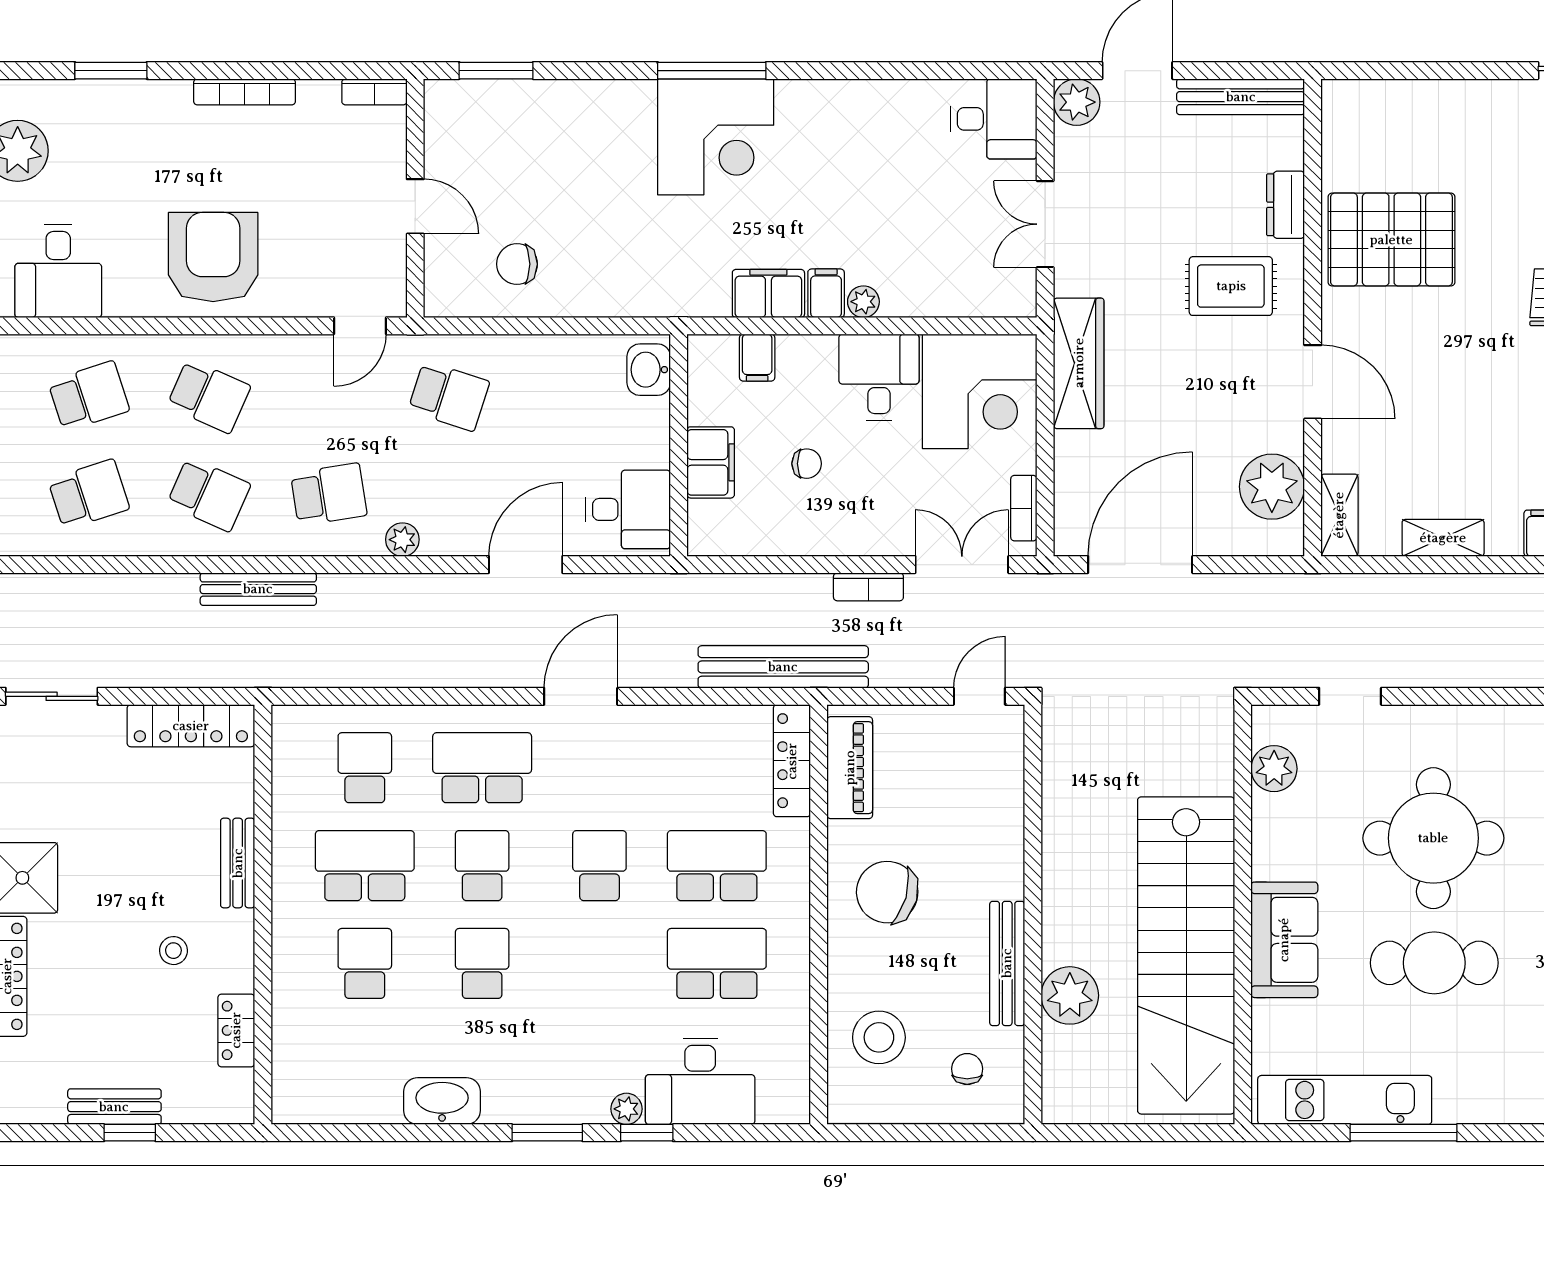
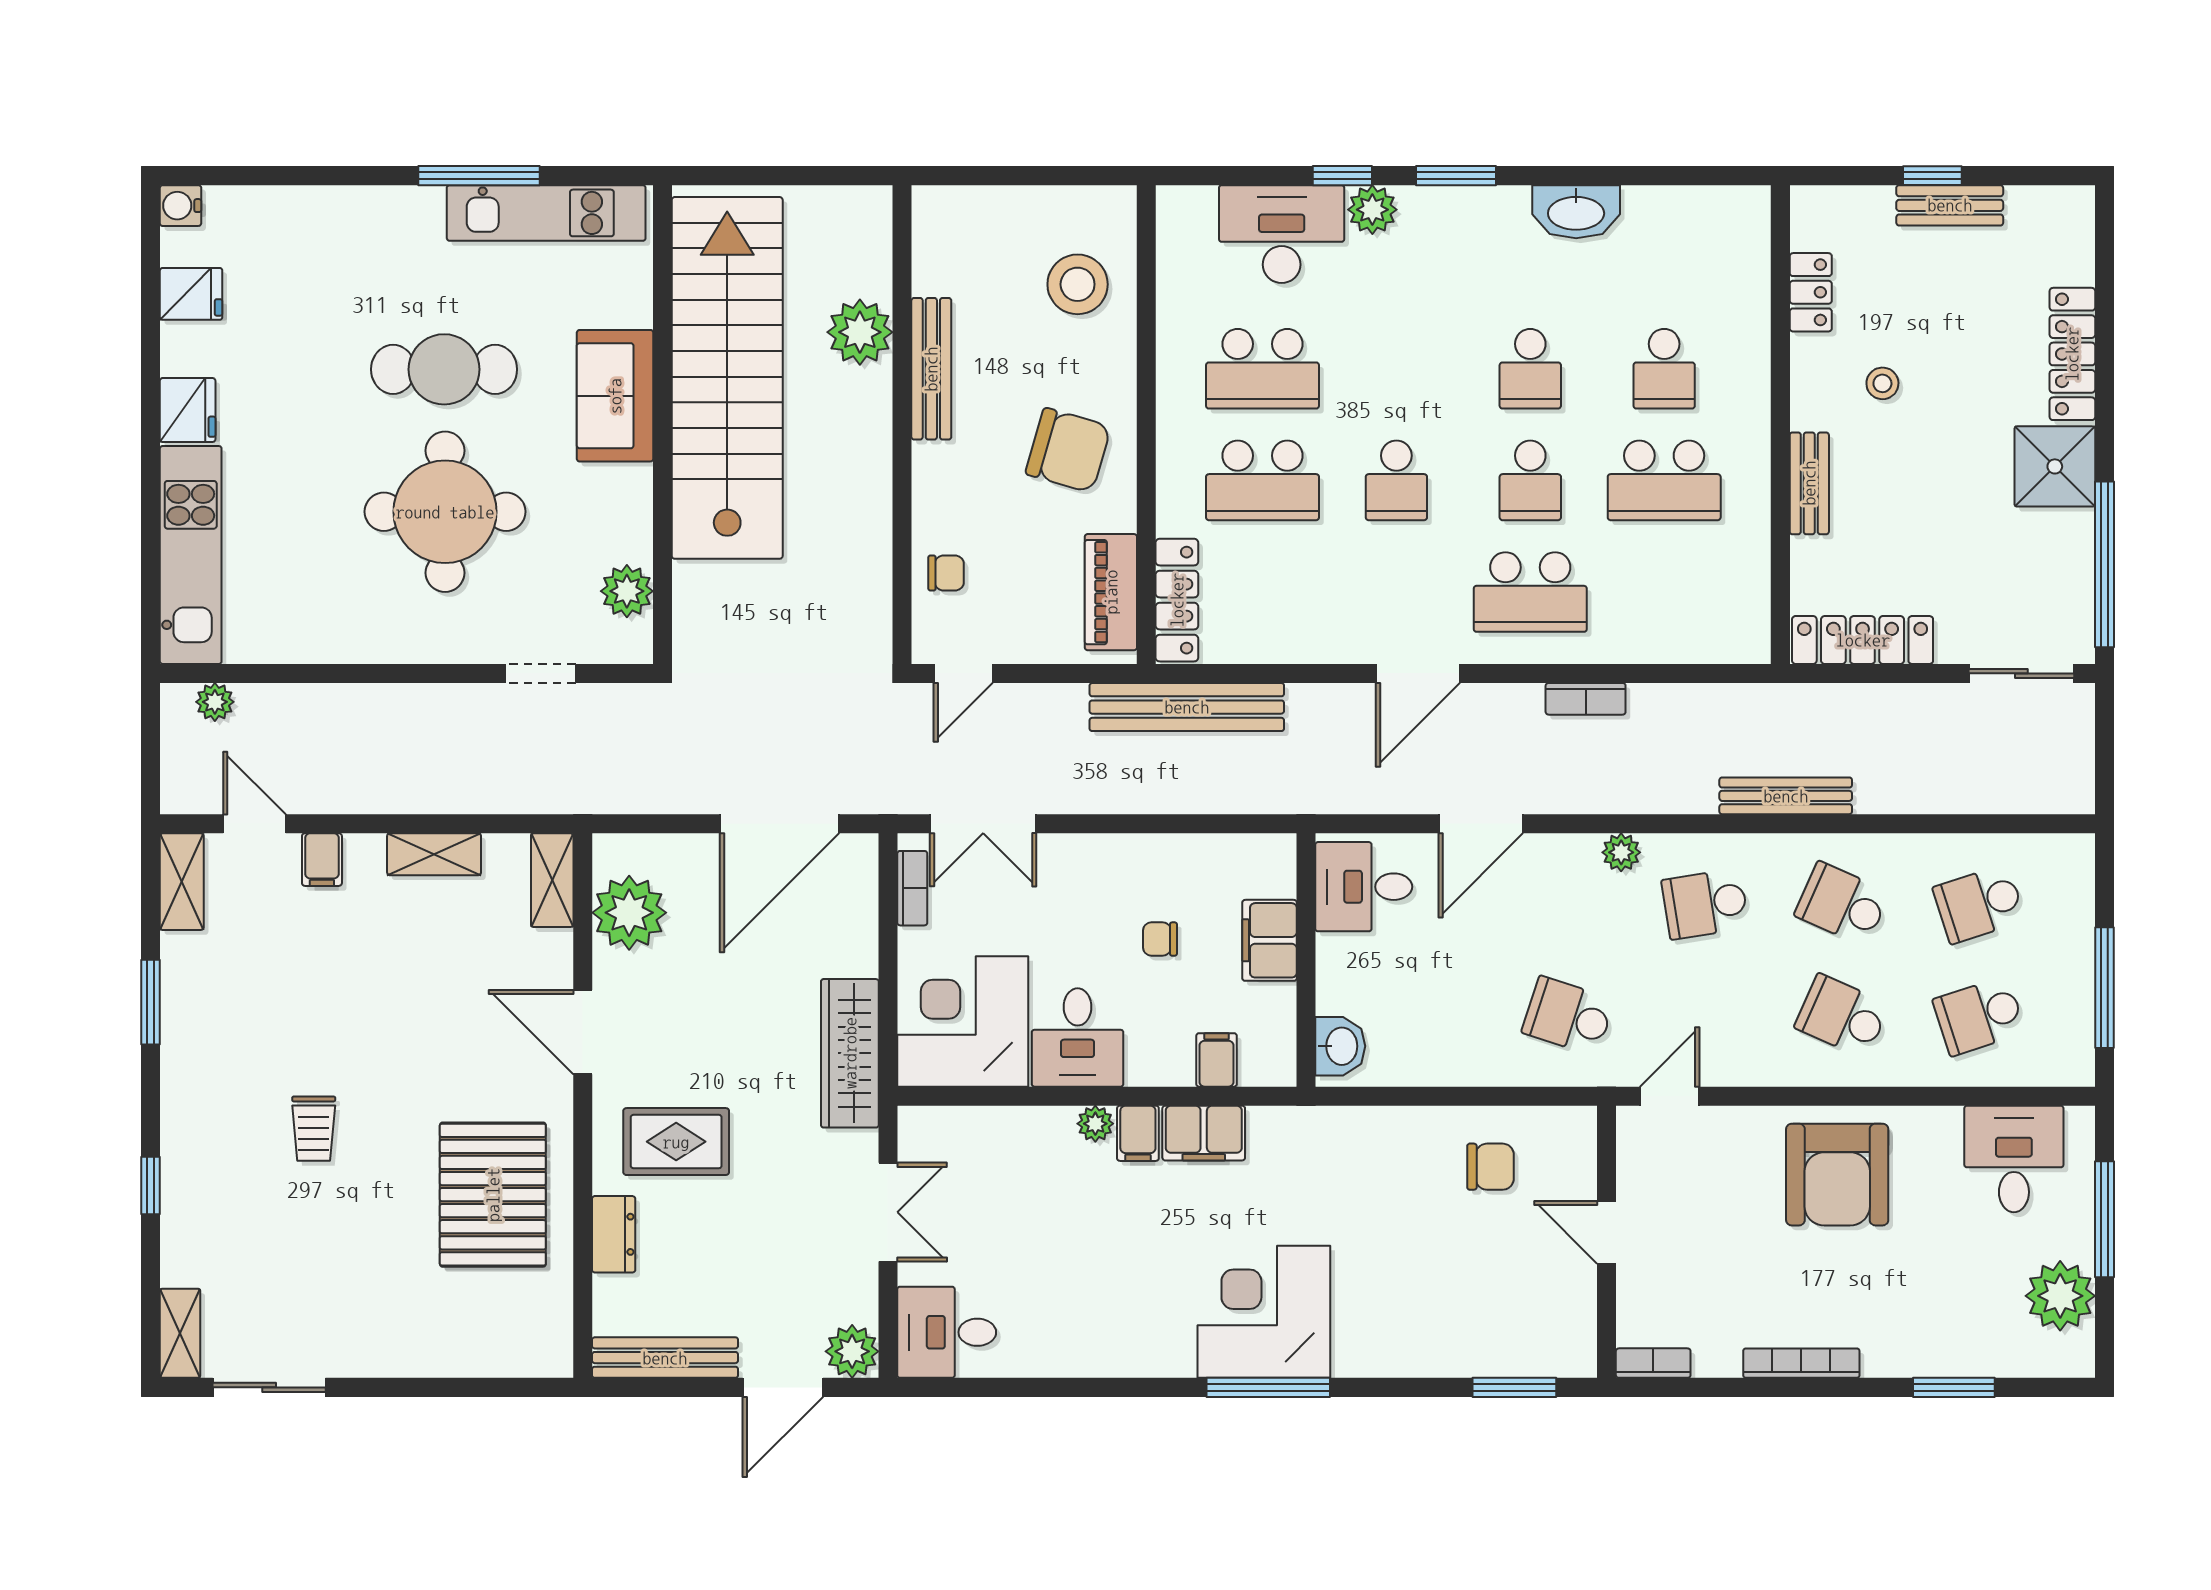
pallet: (1391, 240) -> (493, 1195), turned 90
bookcase: (868, 587) -> (1586, 699), moved, turned 180
school desk: (365, 768) -> (1664, 592), removed
chair: (967, 1069) -> (946, 573), moved, turned -90
plant: (626, 1109) -> (1372, 210), width x1.38, depth x1.38

